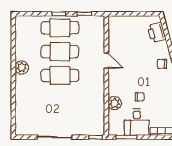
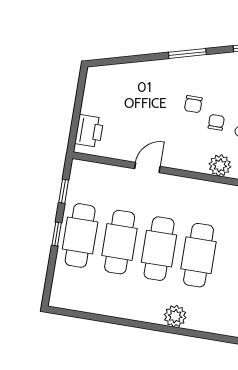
printer: (157, 32) -> (89, 131), moved, turned -75
chair: (162, 64) -> (193, 104), moved
plant: (22, 68) -> (175, 316), moved
cafe table: (60, 99) -> (199, 255), added

